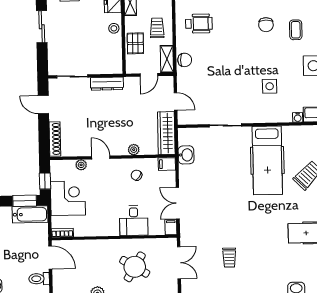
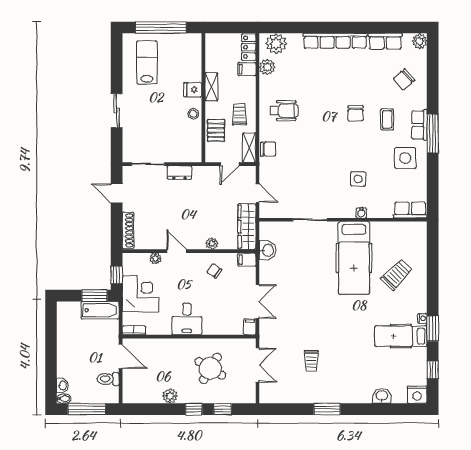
dresser: (107, 84) -> (180, 173), width x0.70
water cooler: (298, 117) -> (361, 213), moved
double door: (178, 203) -> (258, 302), swing flipped
desk: (134, 220) -> (187, 319), moved

